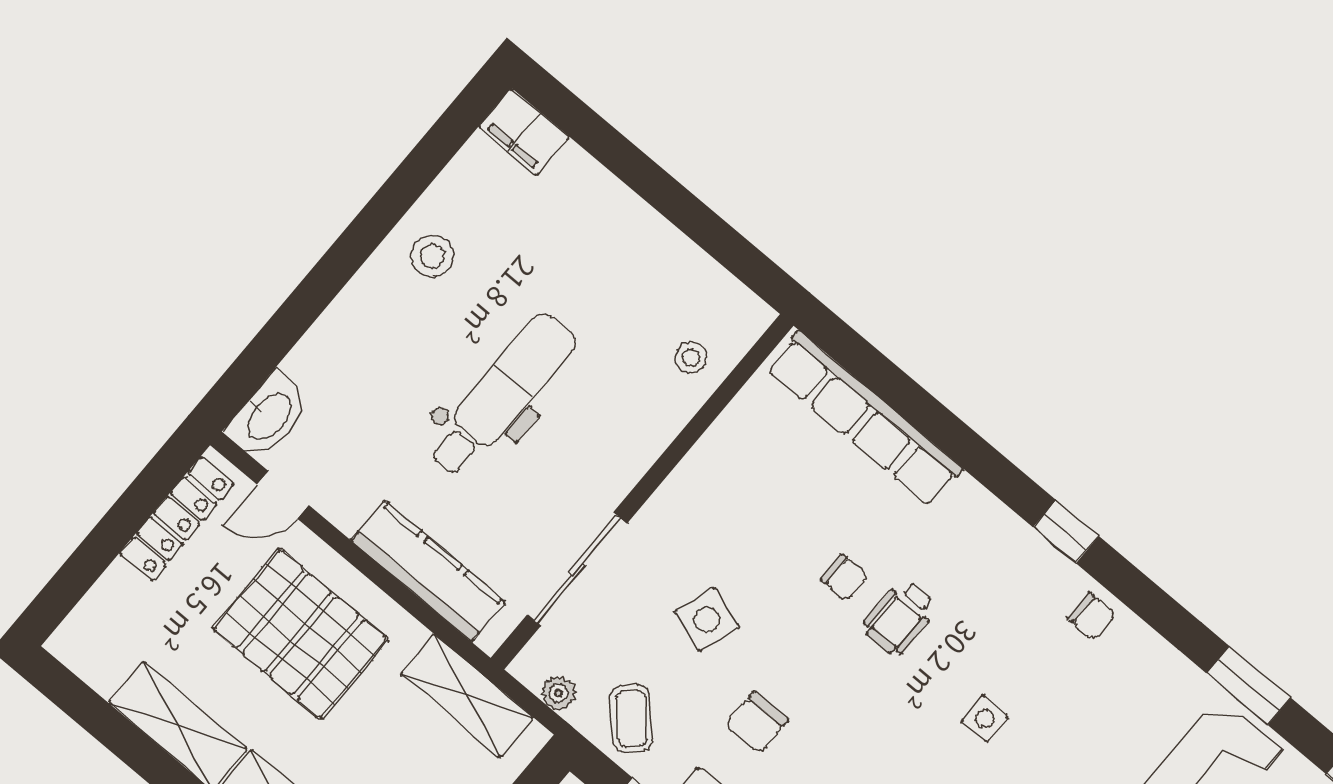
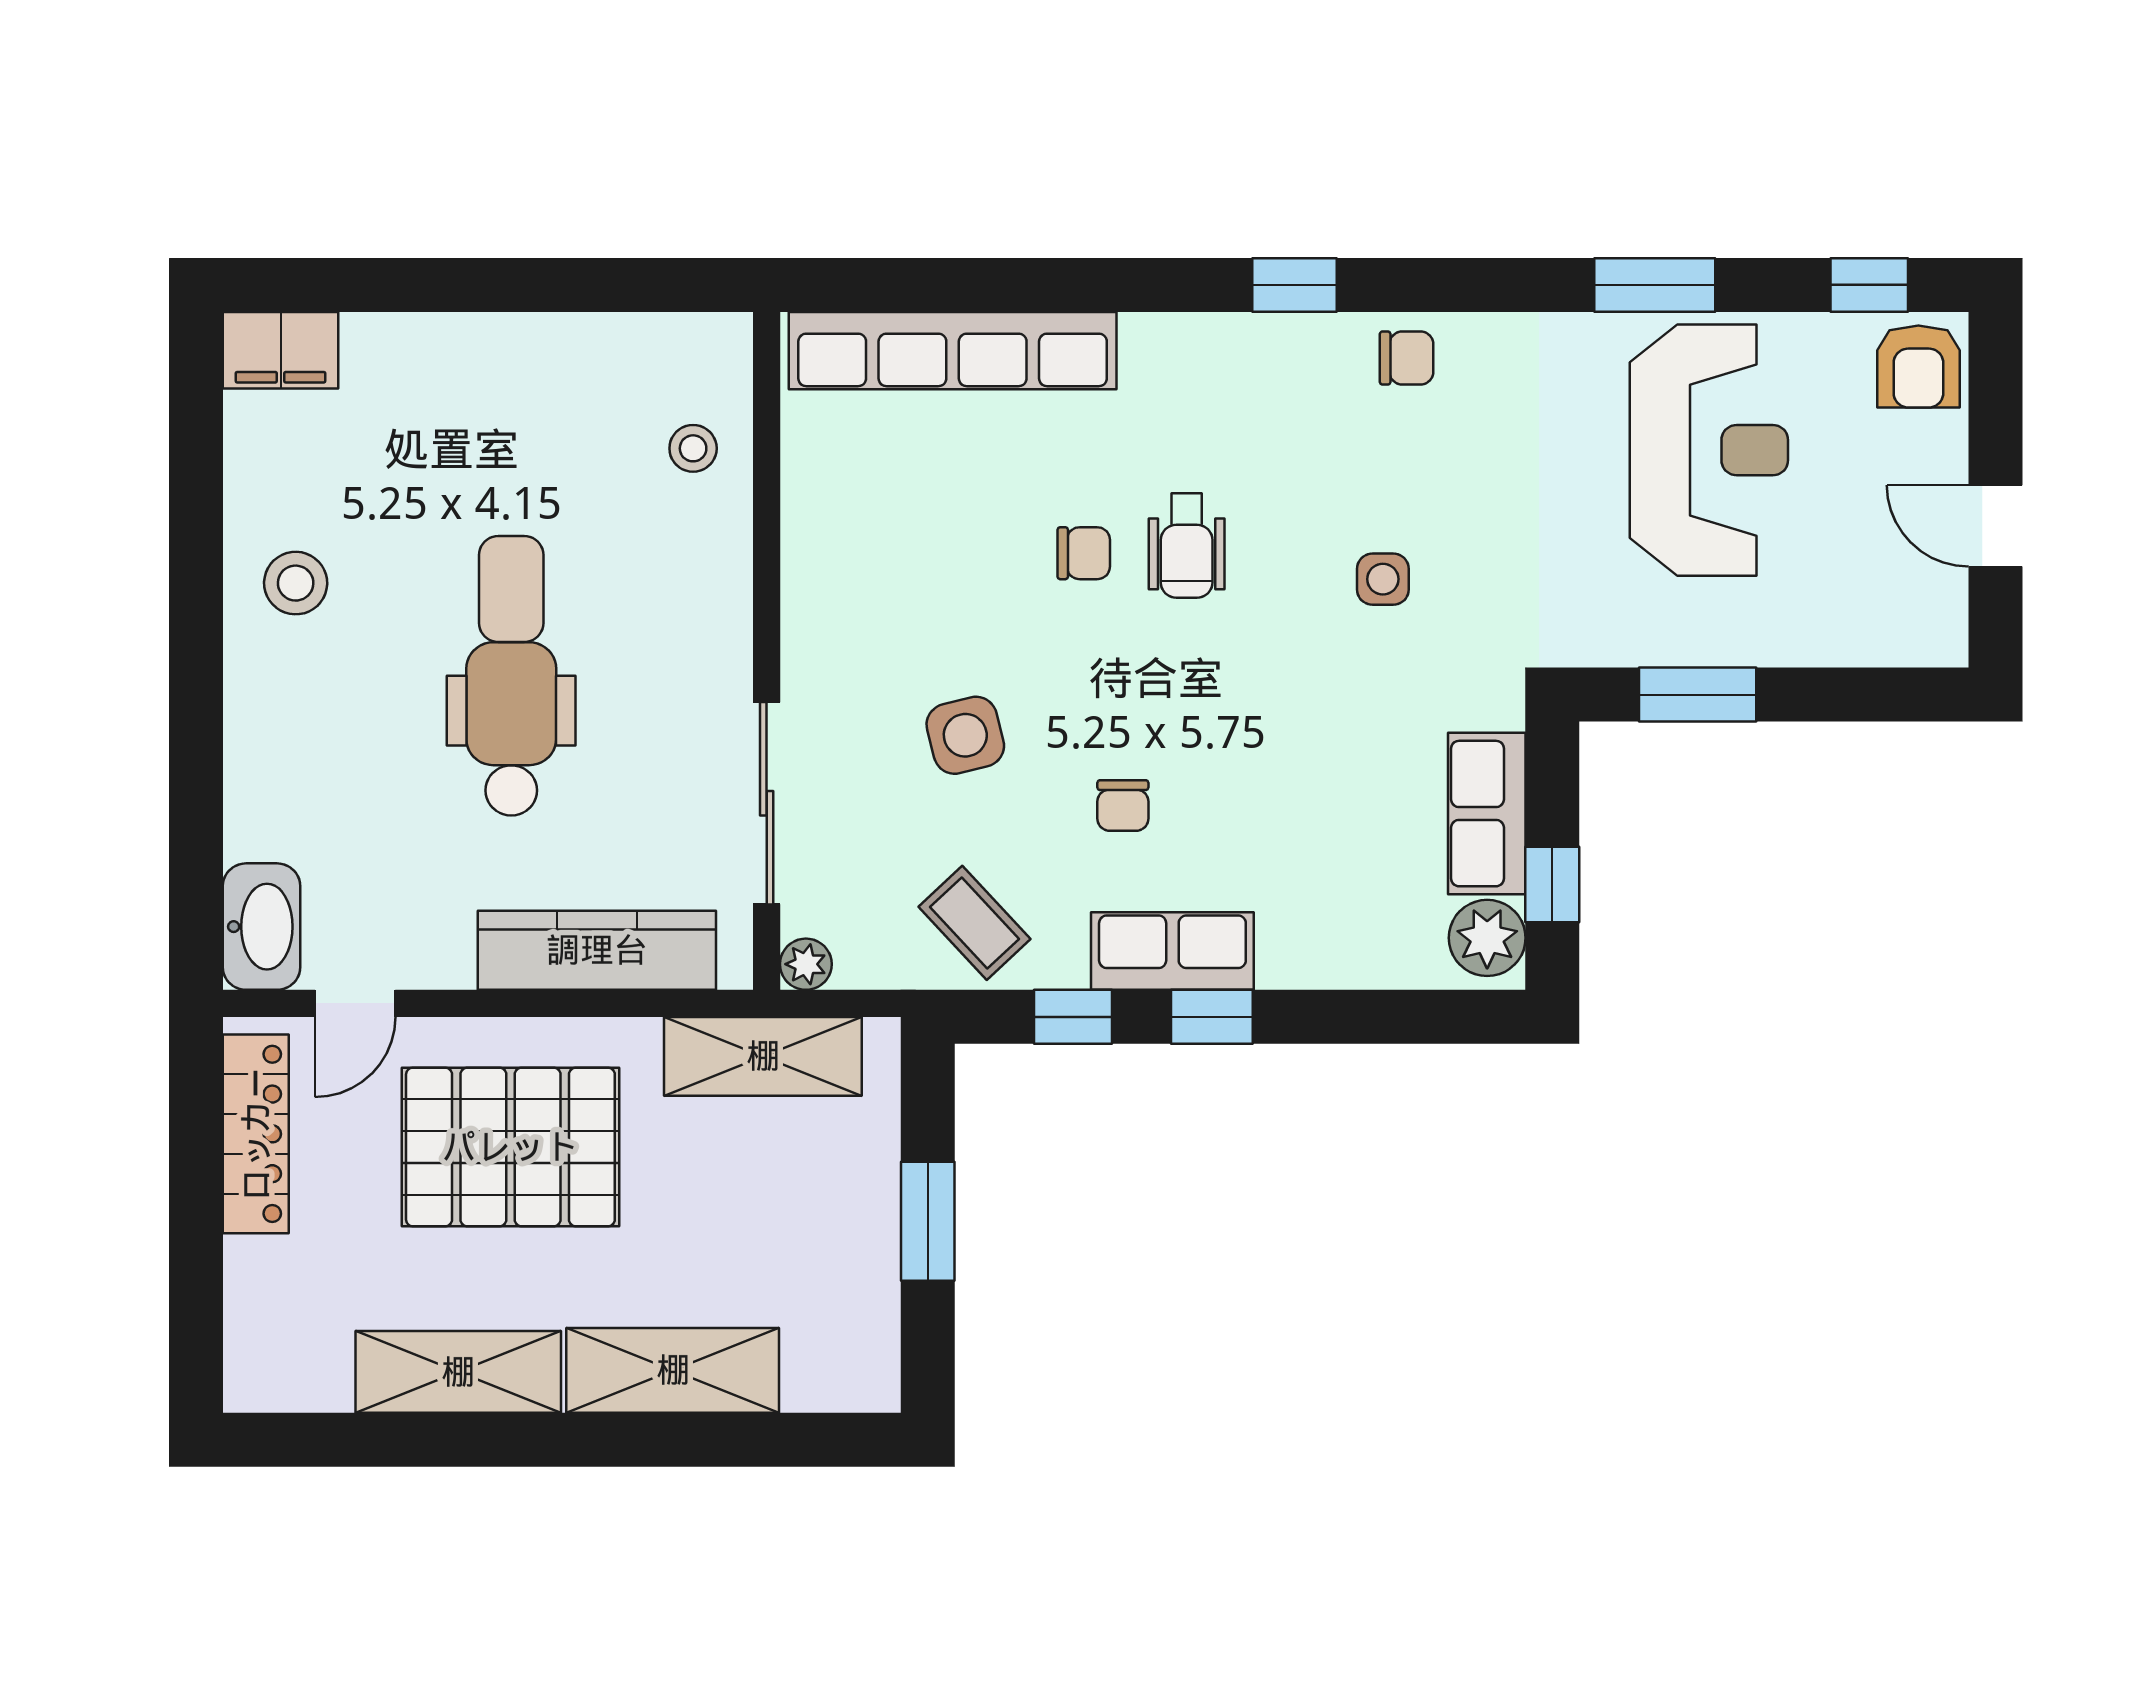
side table: (707, 619) -> (965, 735), turned -32
plant: (559, 693) -> (806, 964), moved
chair: (757, 722) -> (1123, 805), width x0.73, depth x0.73

